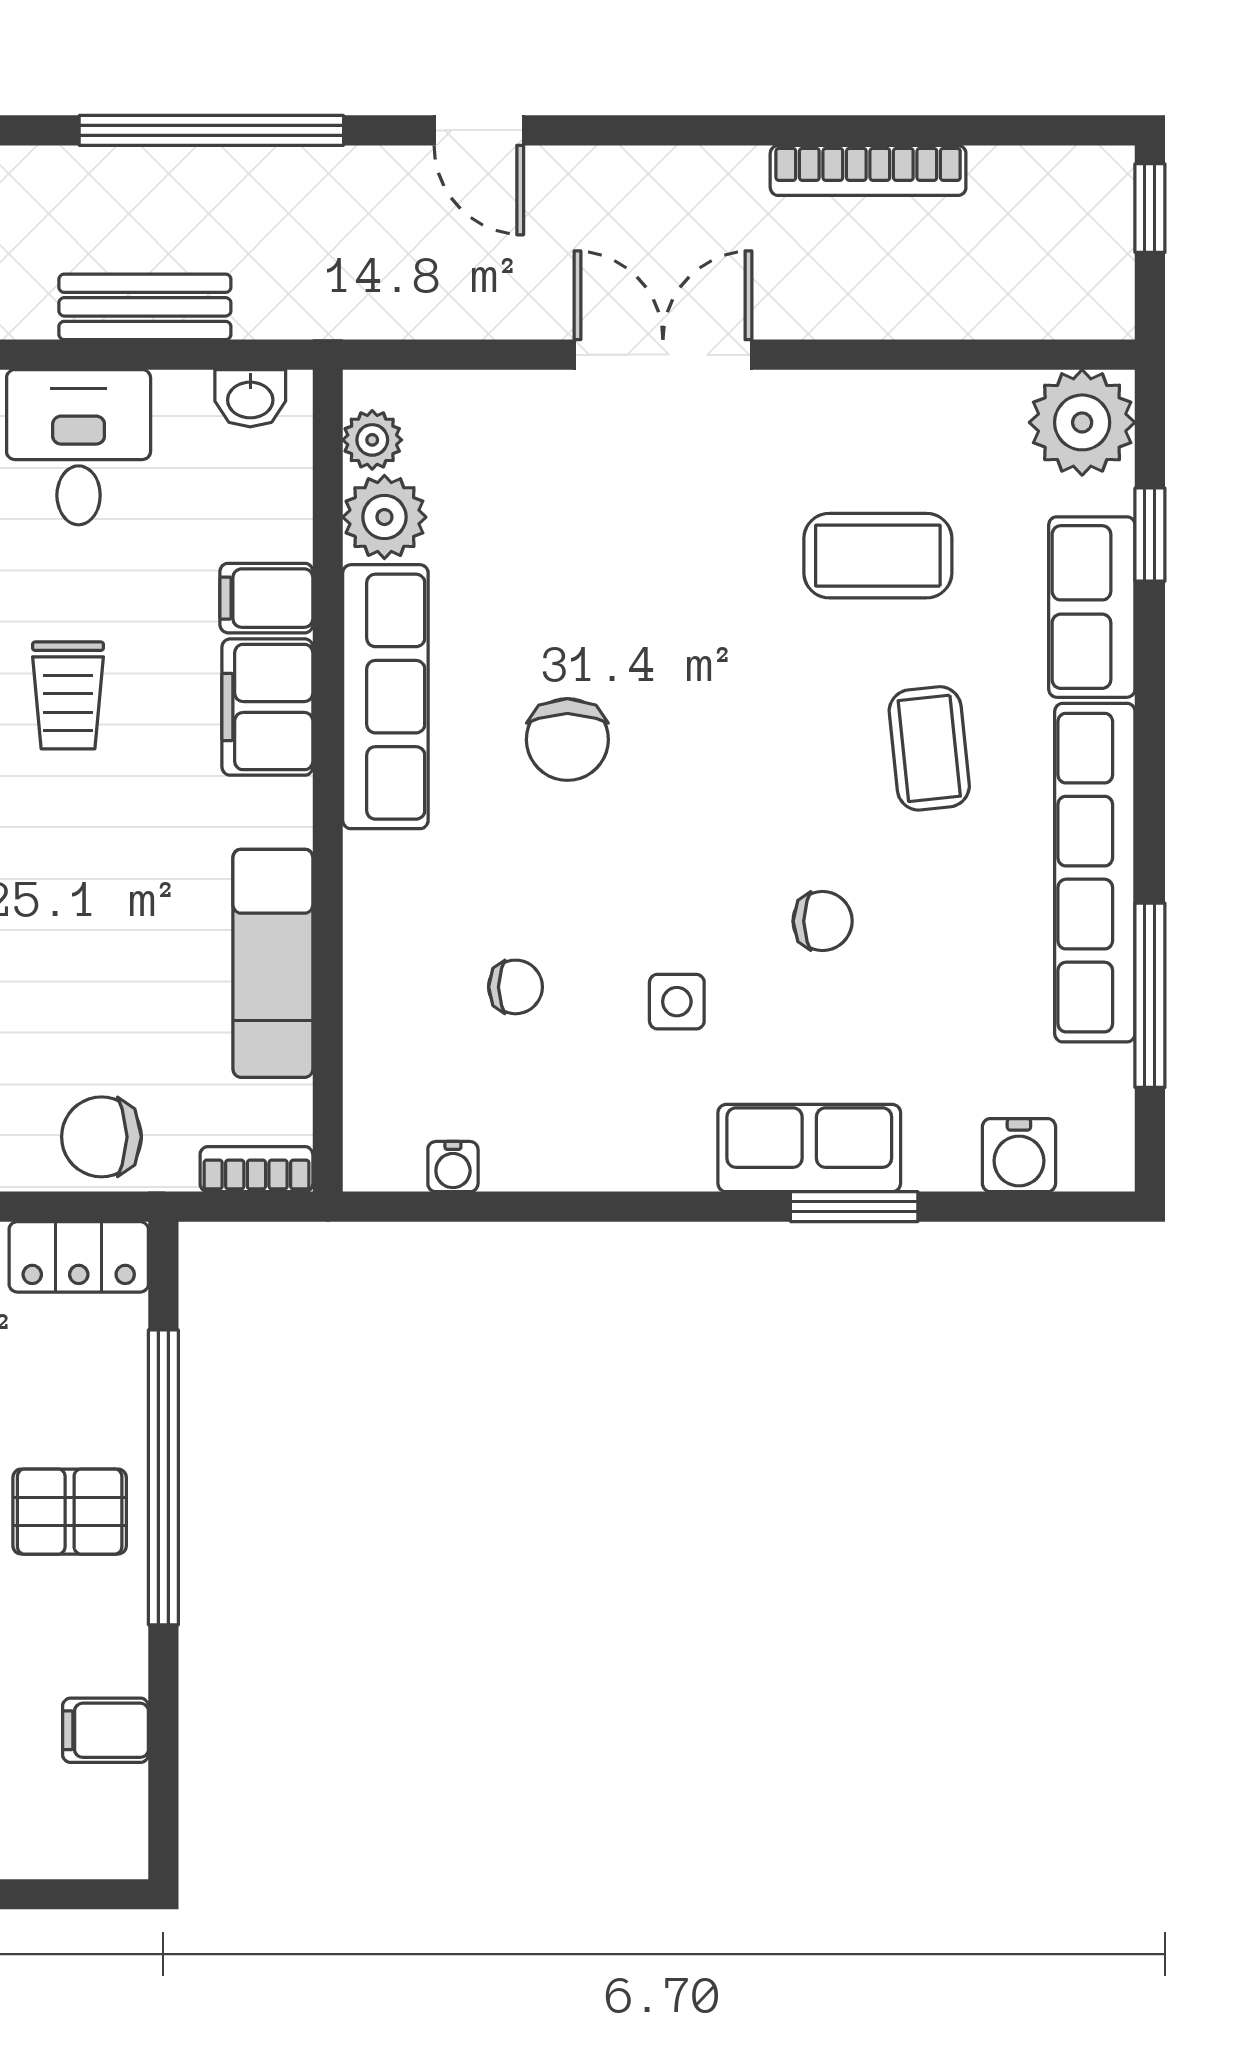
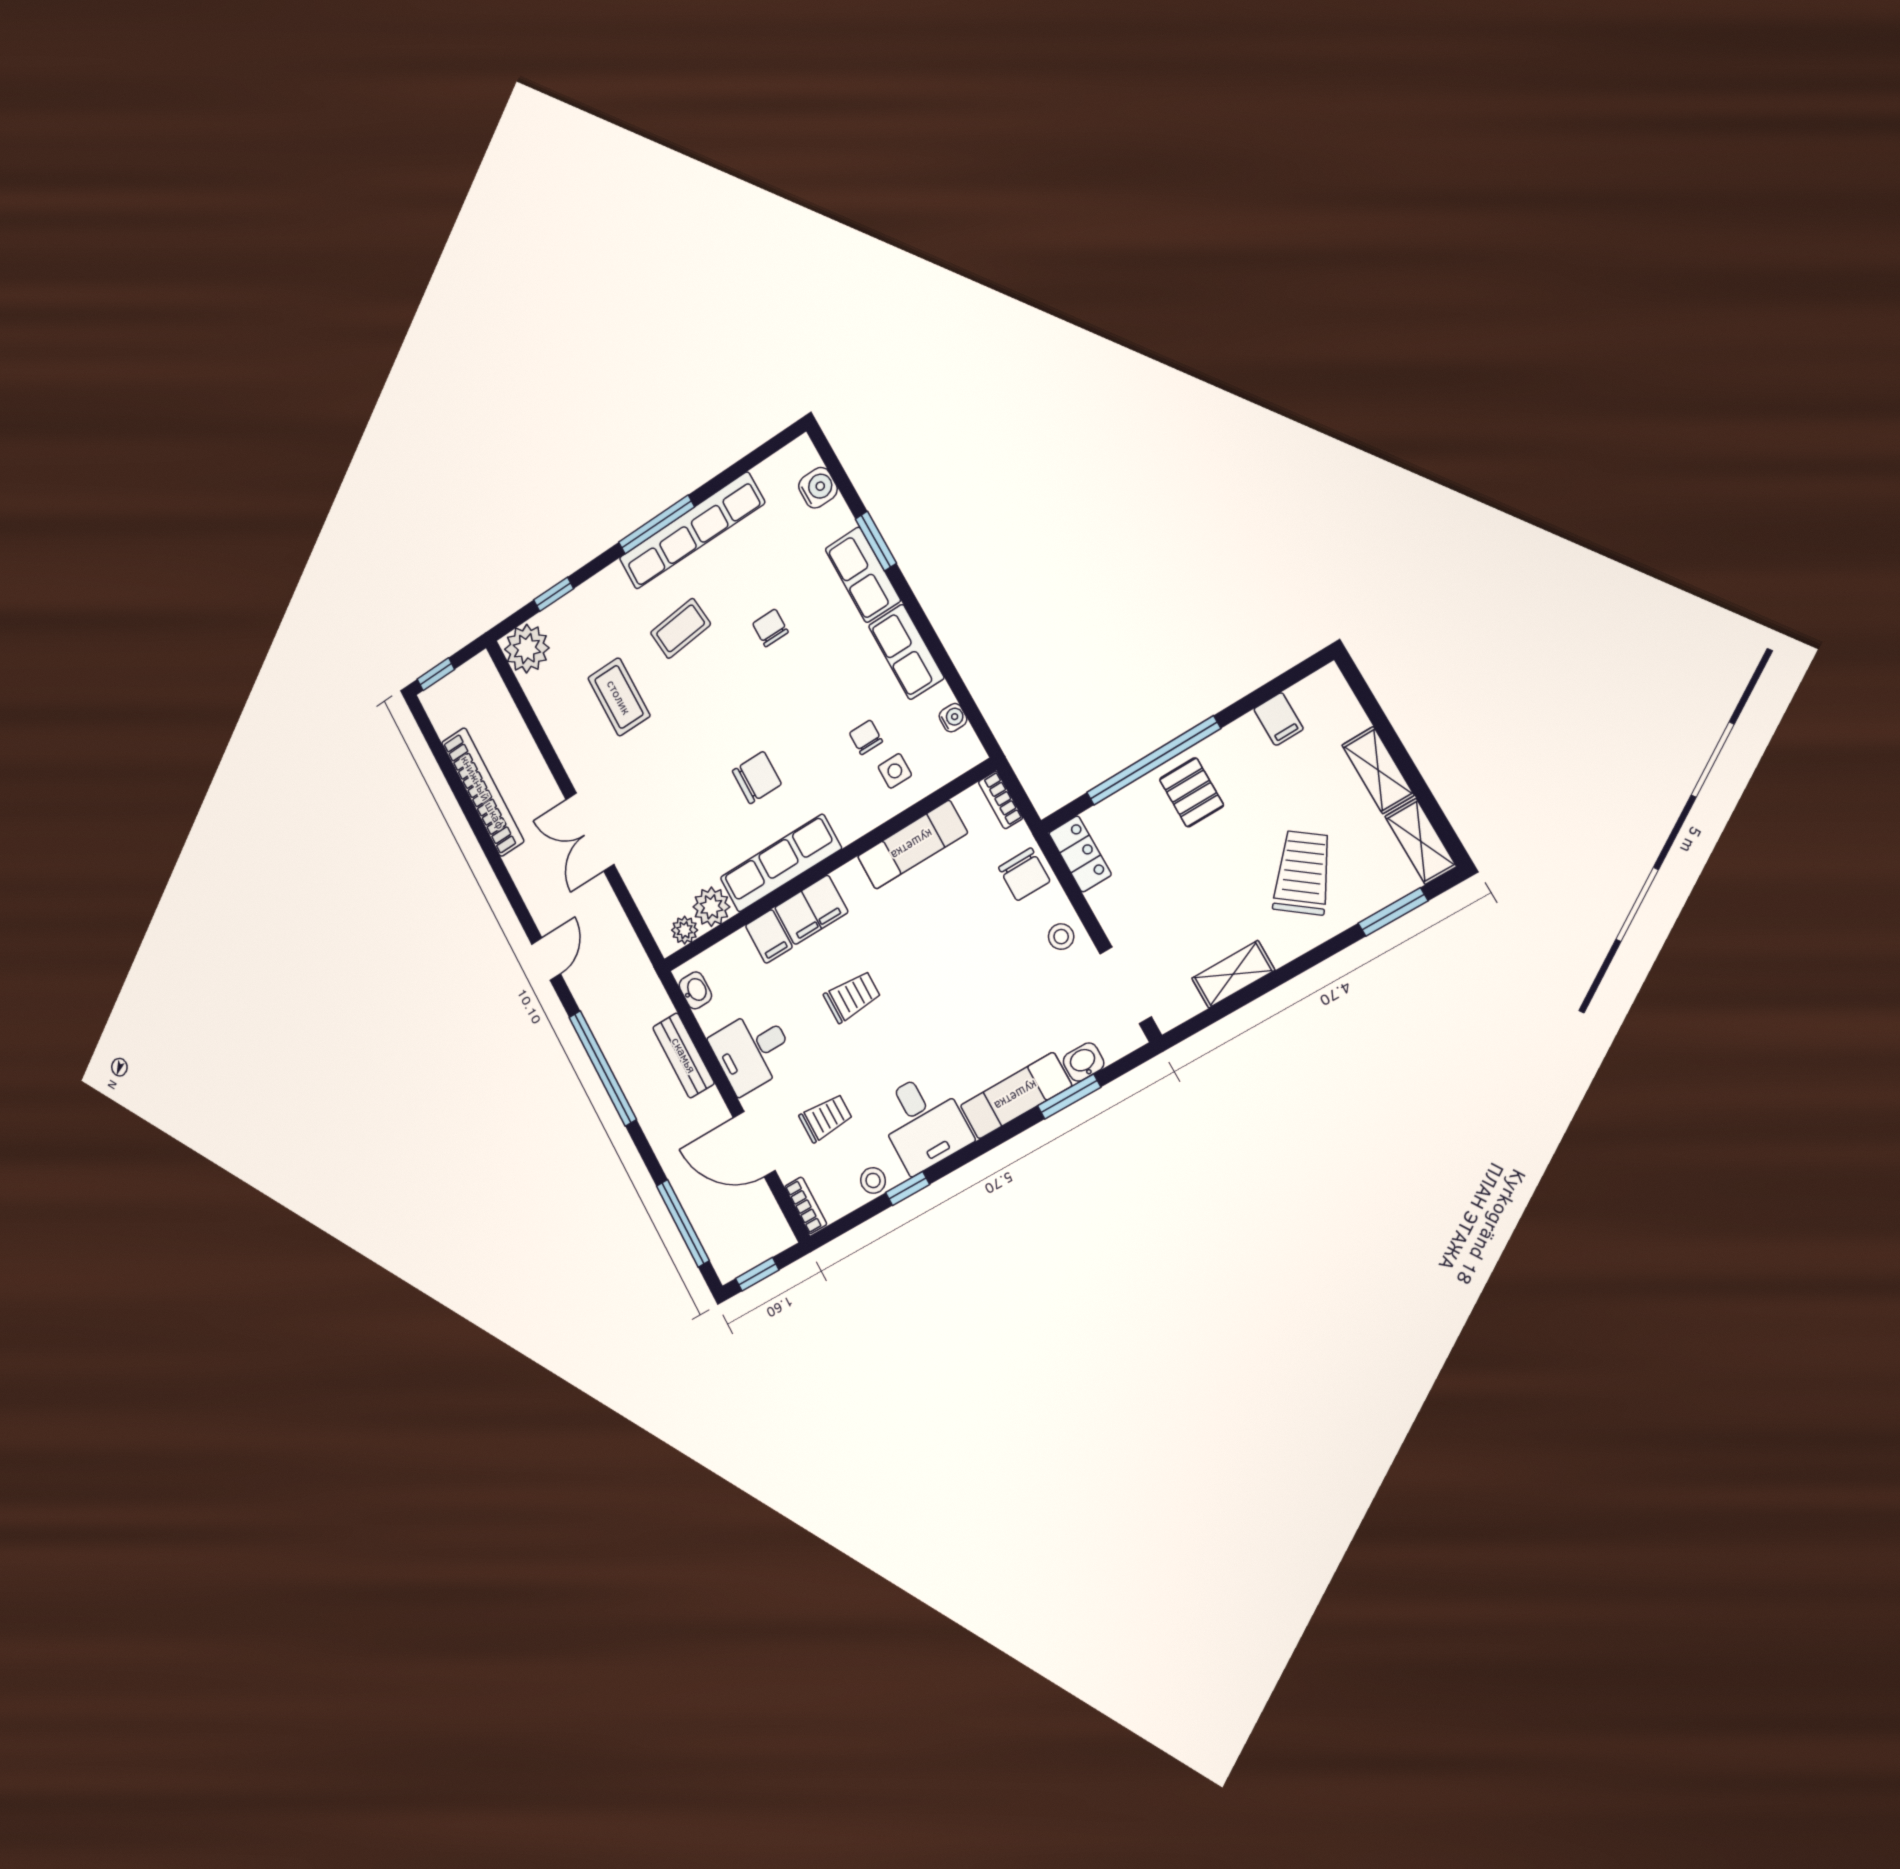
bookcase: (868, 170) -> (483, 792), width x1.48, depth x1.31
row of seats: (1092, 607) -> (906, 652), moved, turned 90
window: (1150, 995) -> (656, 525), moved
side table: (677, 1002) -> (895, 771), moved

